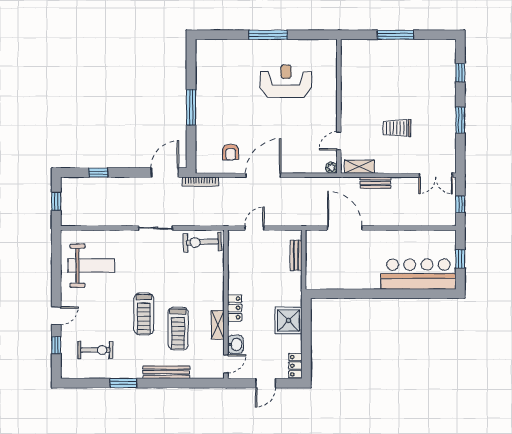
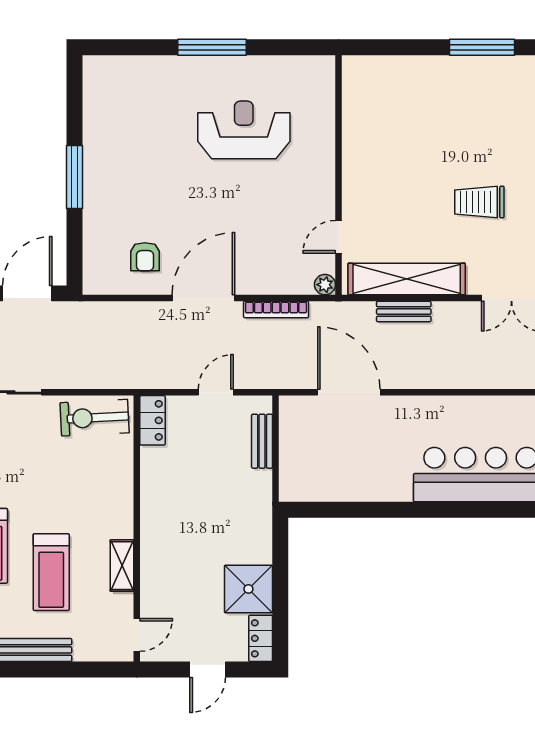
window: (395, 35) -> (482, 47), moved
trolley: (397, 128) -> (479, 202), moved
shelving: (359, 167) -> (407, 279), width x2.20, depth x1.33
bookcase: (200, 182) -> (276, 310), moved
door: (254, 228) -> (216, 392), moved
locker: (235, 308) -> (152, 420), moved
shower: (289, 320) -> (248, 589), moved
washbasin: (236, 344) -> (154, 600), removed

